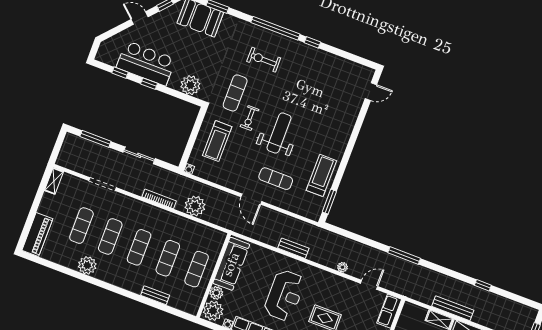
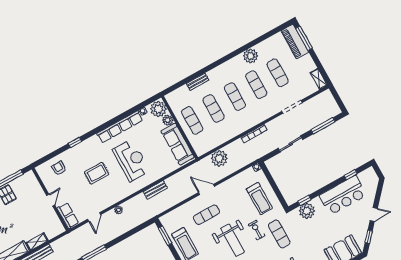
window: (149, 84) -> (304, 200), moved
treadmill: (217, 141) -> (259, 199), turned 180
plant: (195, 206) -> (219, 158), moved
window: (27, 228) -> (304, 38), added
reception desk: (285, 295) -> (131, 160), turned 180

